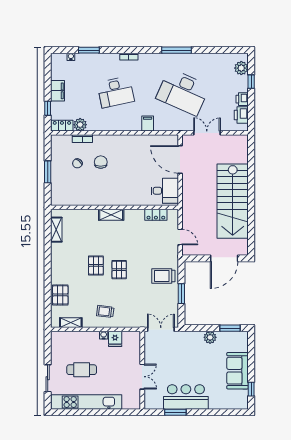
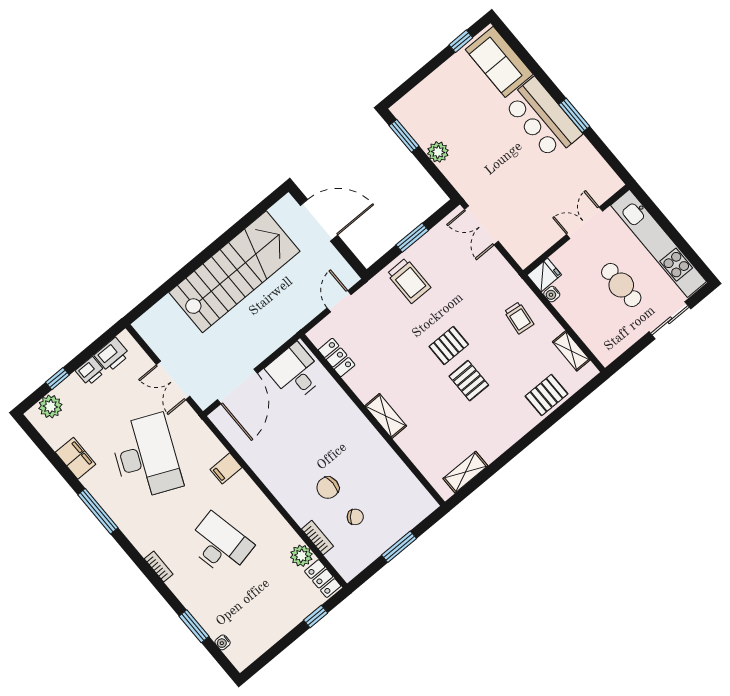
filing cabinet: (57, 91) -> (76, 458), moved, turned 90
pallet: (96, 265) -> (469, 381), turned 90
wall: (142, 370) -> (576, 230), moved
sofa: (238, 371) -> (499, 62), moved, turned 90
double door: (142, 377) -> (585, 223), moved

